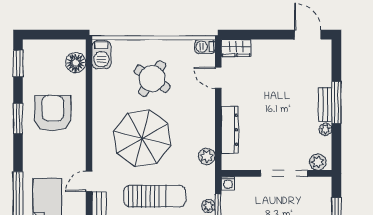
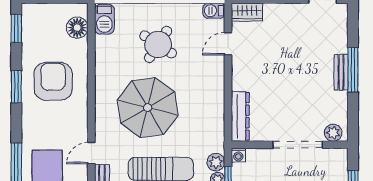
door: (218, 78) -> (228, 44), hinge flipped
plant: (325, 129) -> (341, 98), removed
dresser: (230, 130) -> (240, 116), moved
plant: (207, 156) -> (216, 162), moved

